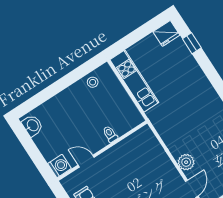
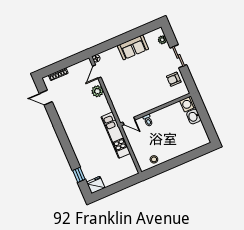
kitchen unit: (134, 81) -> (116, 135), moved
washbasin: (32, 126) -> (194, 116), moved
door: (86, 161) -> (129, 121), moved

